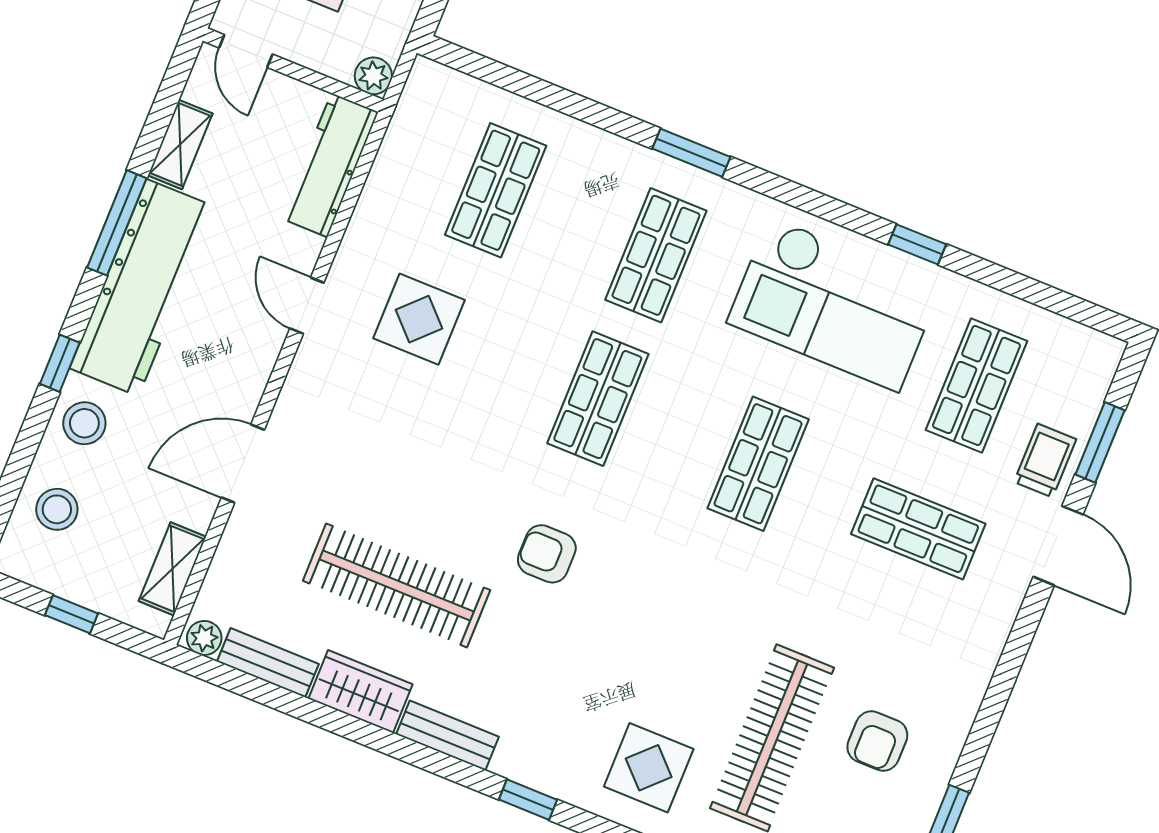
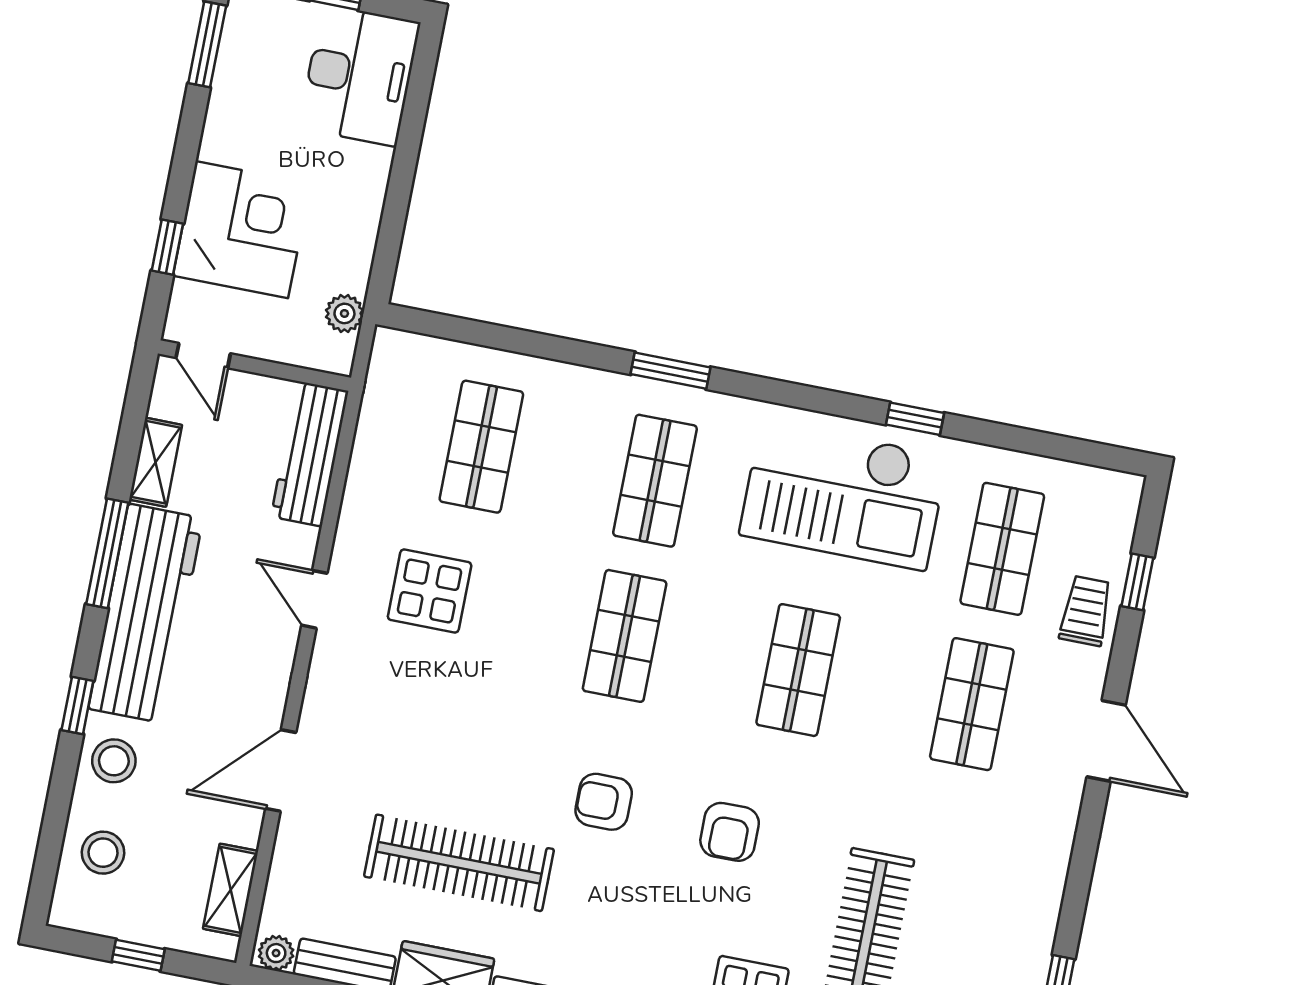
plant: (373, 76) -> (344, 313), moved
window: (1100, 442) -> (1137, 582), width x0.67
shop shelf: (918, 529) -> (972, 704), turned 90
door: (1058, 546) -> (1106, 741), moved
armchair: (877, 741) -> (730, 832), moved

